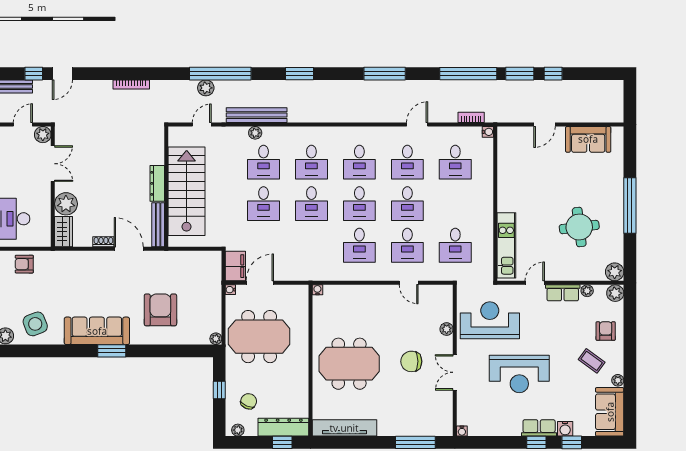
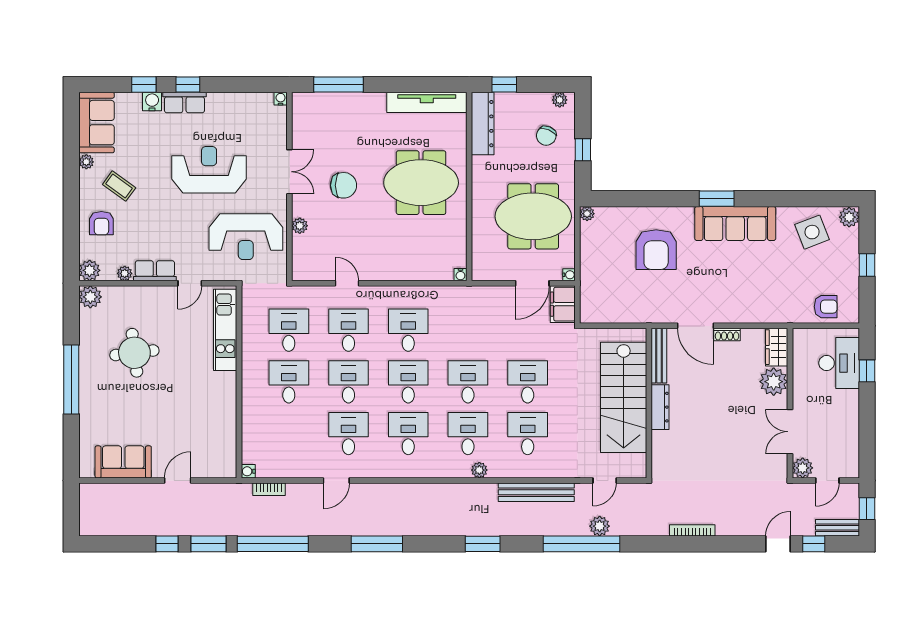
plant: (255, 133) -> (479, 470), moved
desk: (455, 162) -> (289, 382), moved
dresser: (283, 427) -> (483, 124), moved, turned -90

